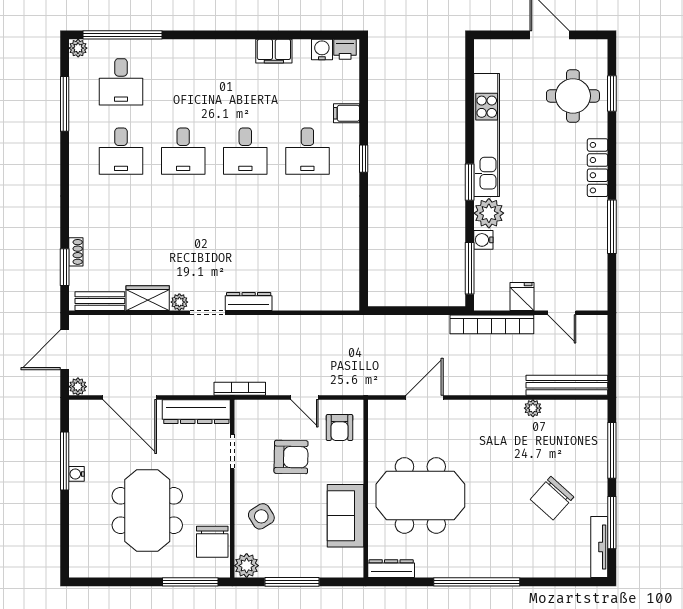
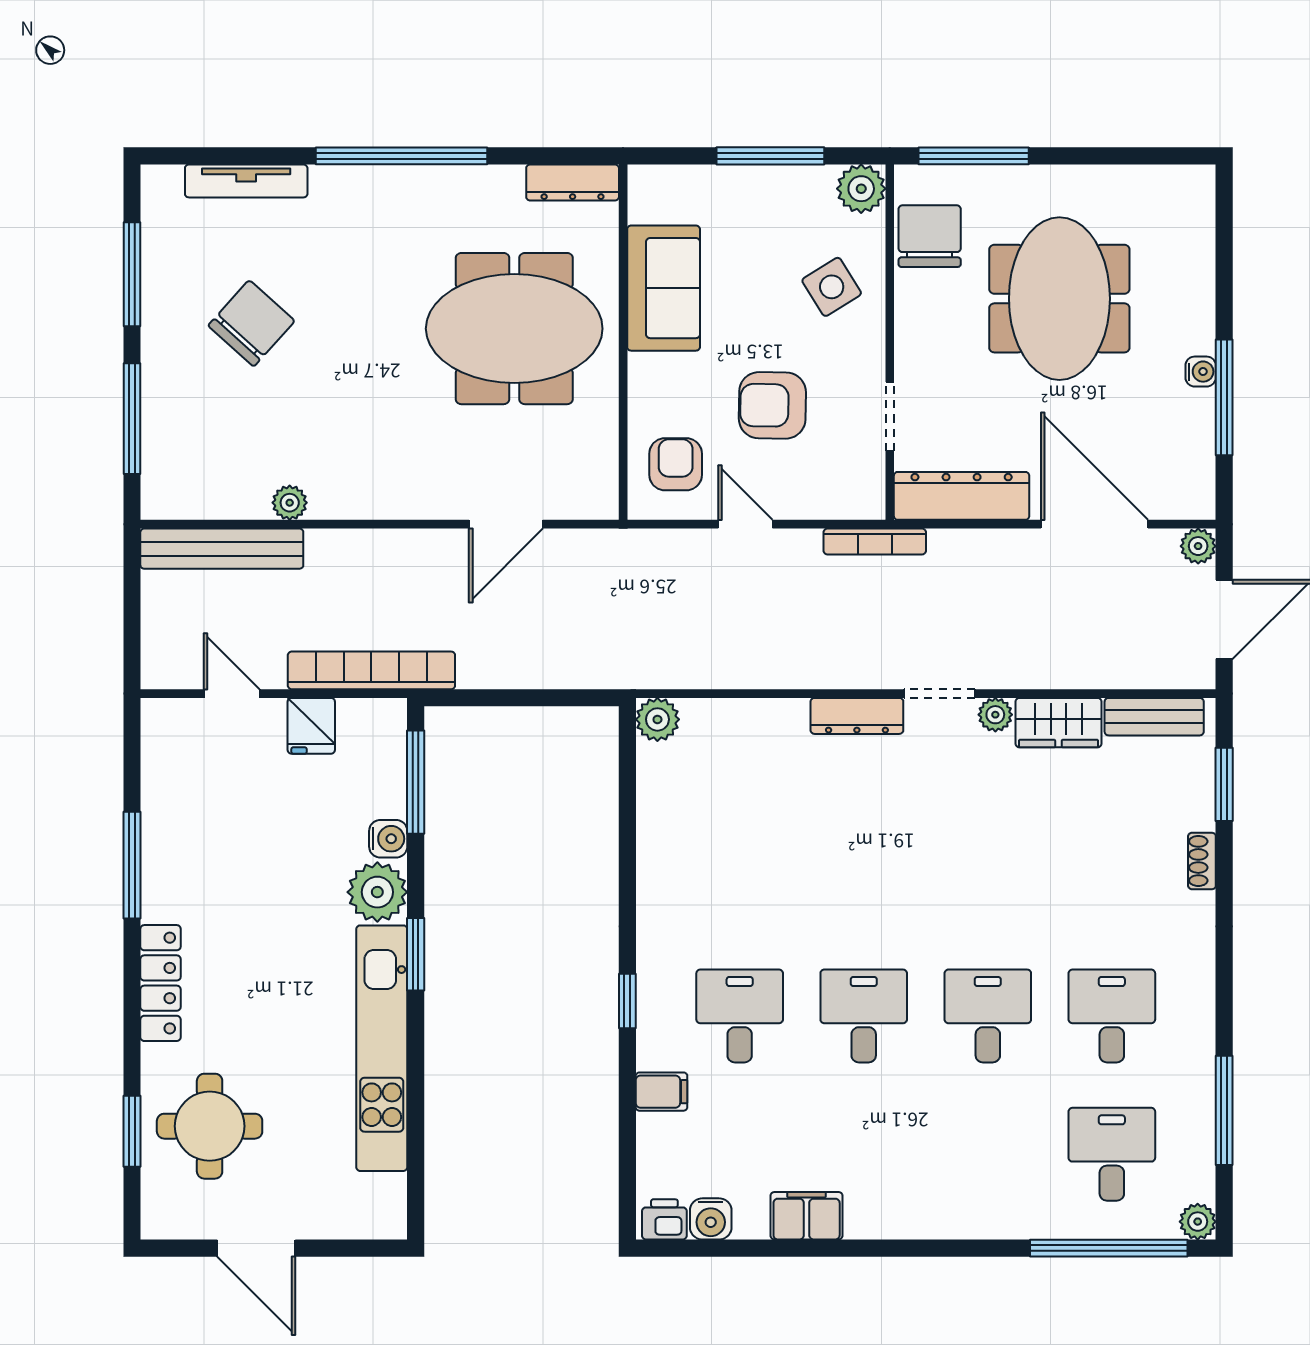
shoe rack: (76, 252) -> (1202, 861), moved
plant: (349, 300) -> (657, 719), added
tv unit: (599, 547) -> (246, 181), moved, turned 90

